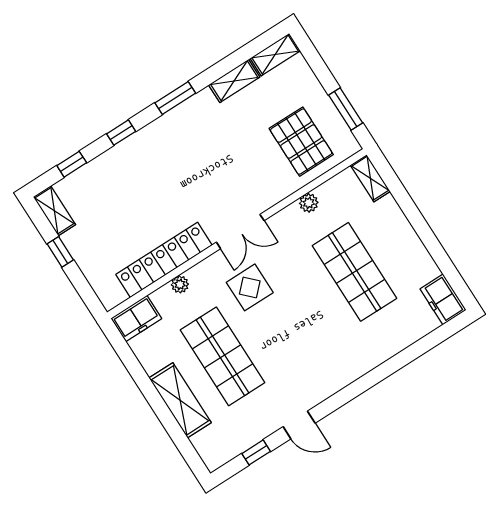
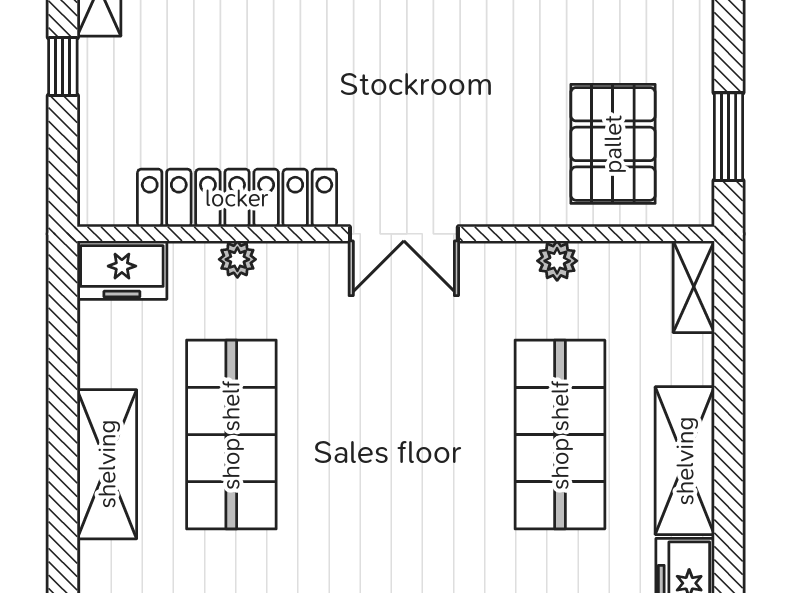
shelving: (411, 250) -> (685, 461), added
display table: (250, 287) -> (357, 344), removed

